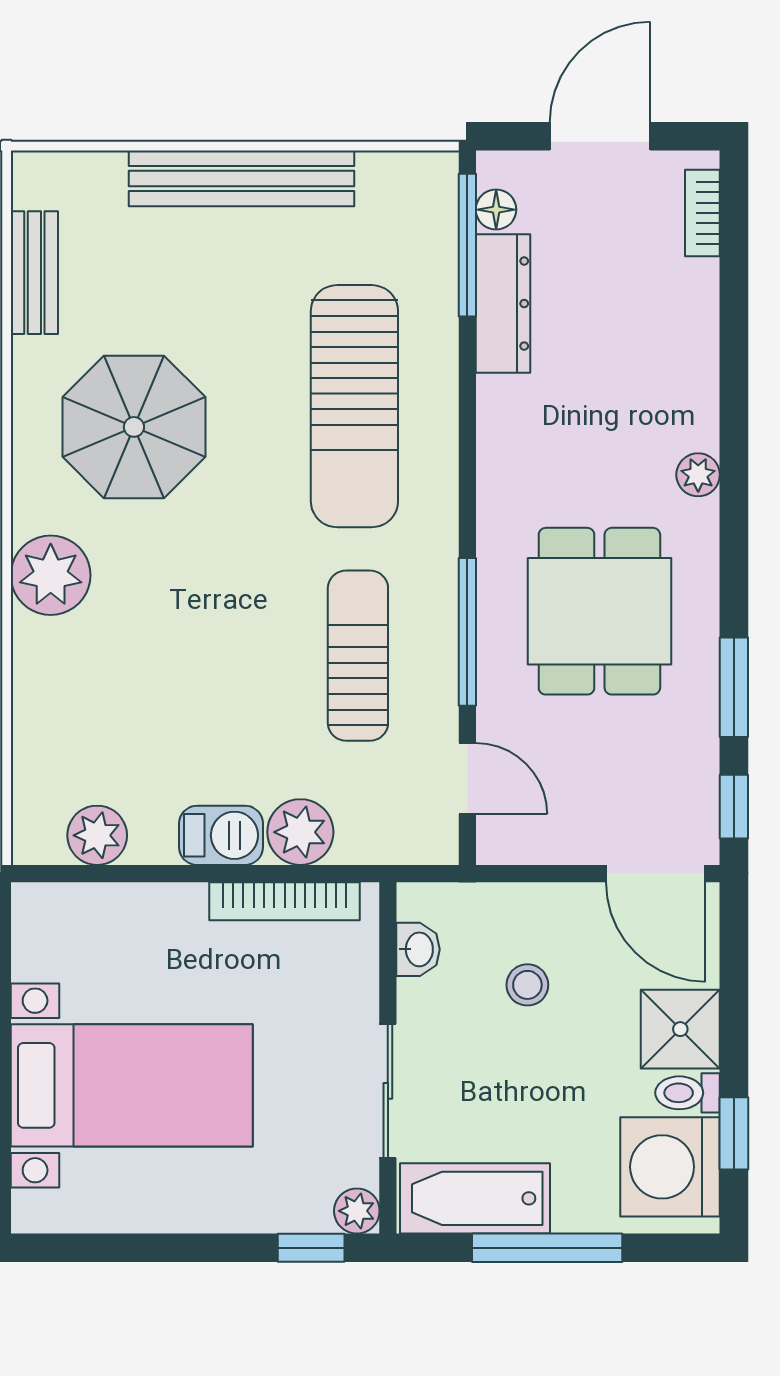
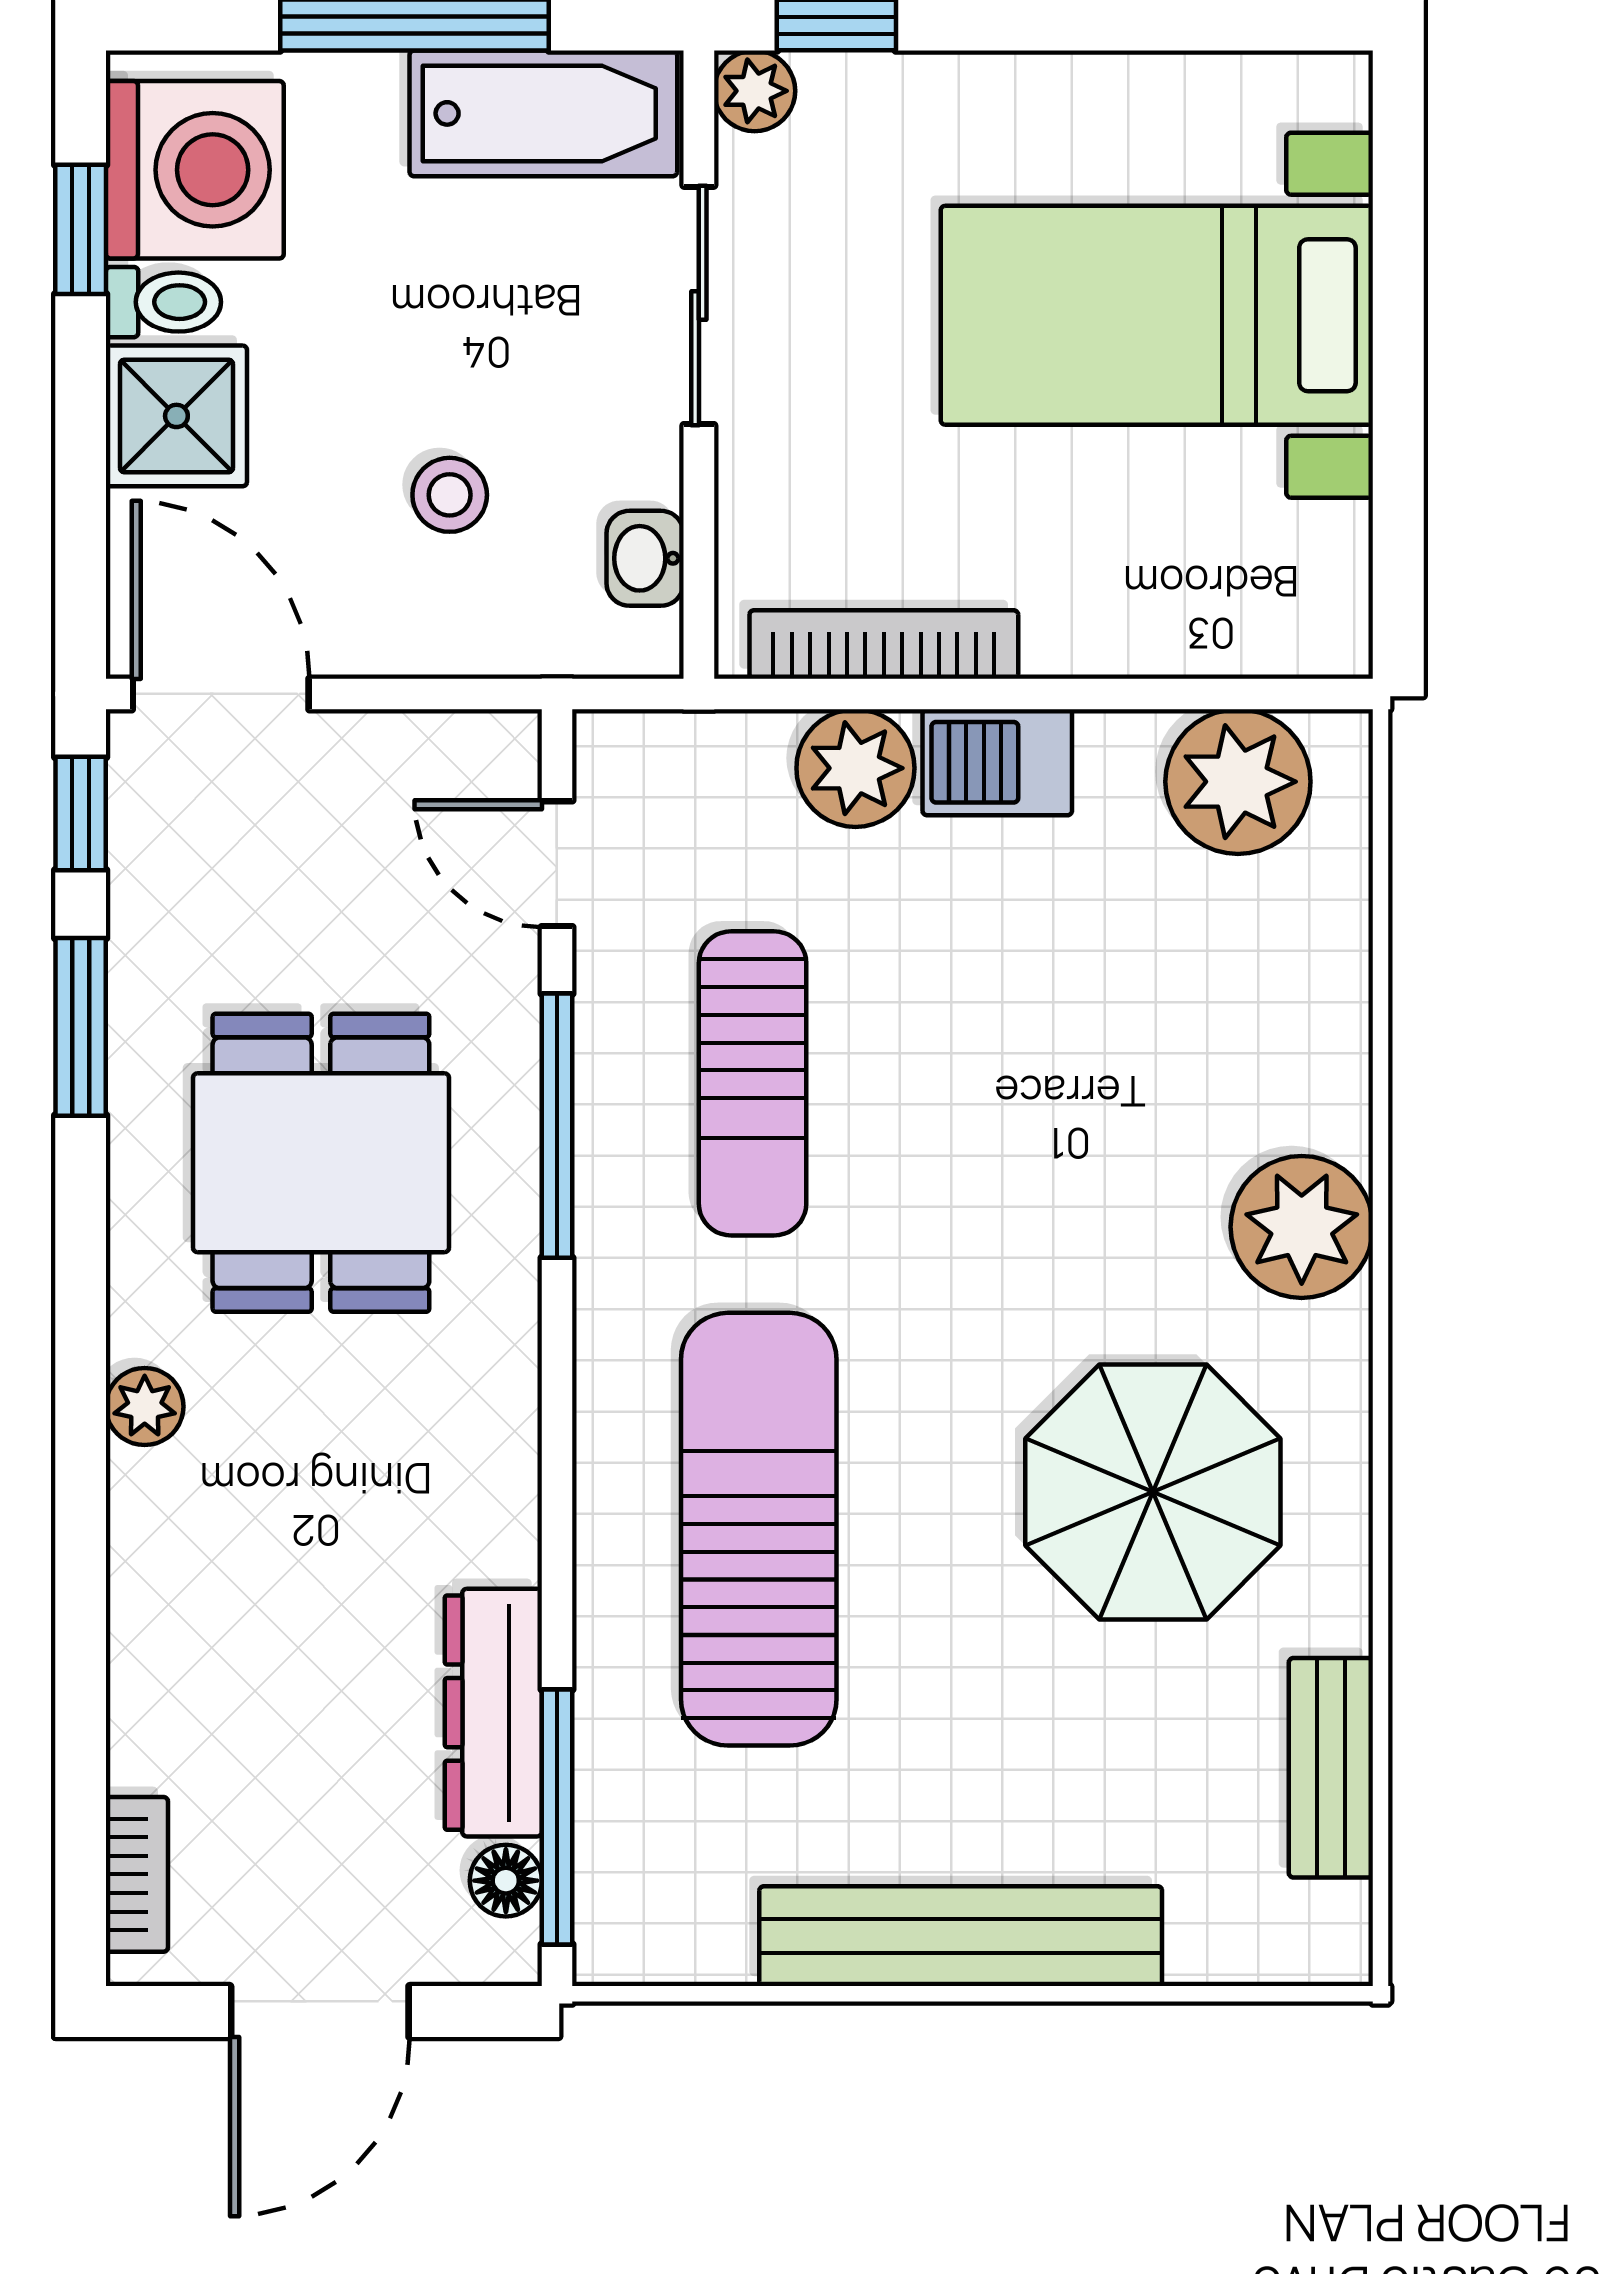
plant: (97, 835) -> (1238, 782), width x1.36, depth x1.36

